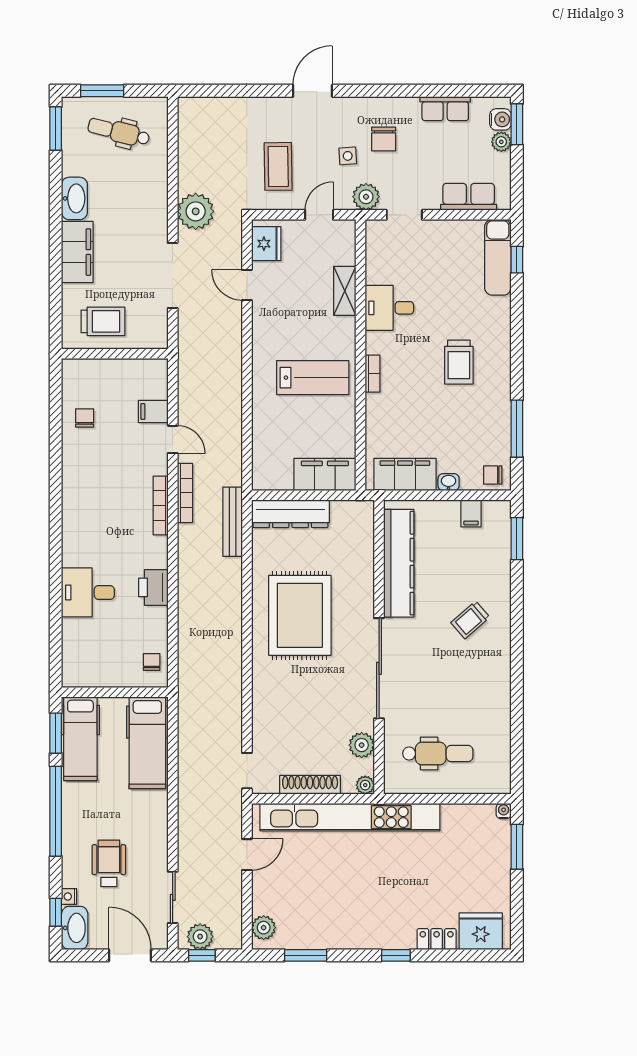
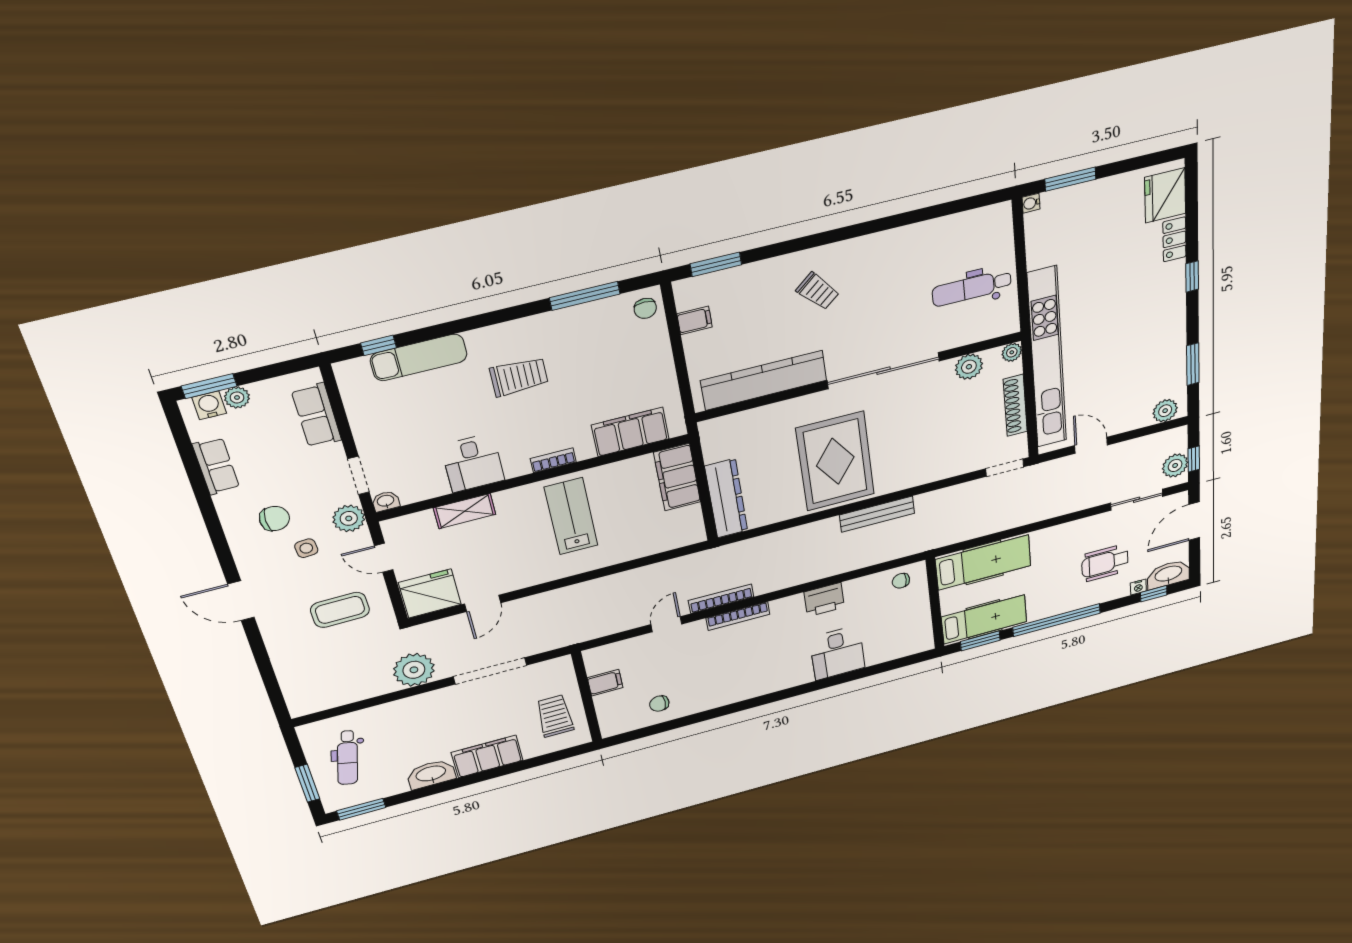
fridge: (266, 244) -> (430, 593), width x1.36, depth x1.34
exam couch: (498, 257) -> (419, 358), moved
filing cabinet: (153, 412) -> (605, 683), moved, turned -90
filing cabinet: (405, 474) -> (630, 432), moved, turned 90
washbasin: (449, 482) -> (386, 501), moved, turned 90
bench: (233, 522) -> (877, 514), moved
rug: (300, 615) -> (835, 461), turned 90
dental chair: (438, 754) -> (972, 288), turned -90

